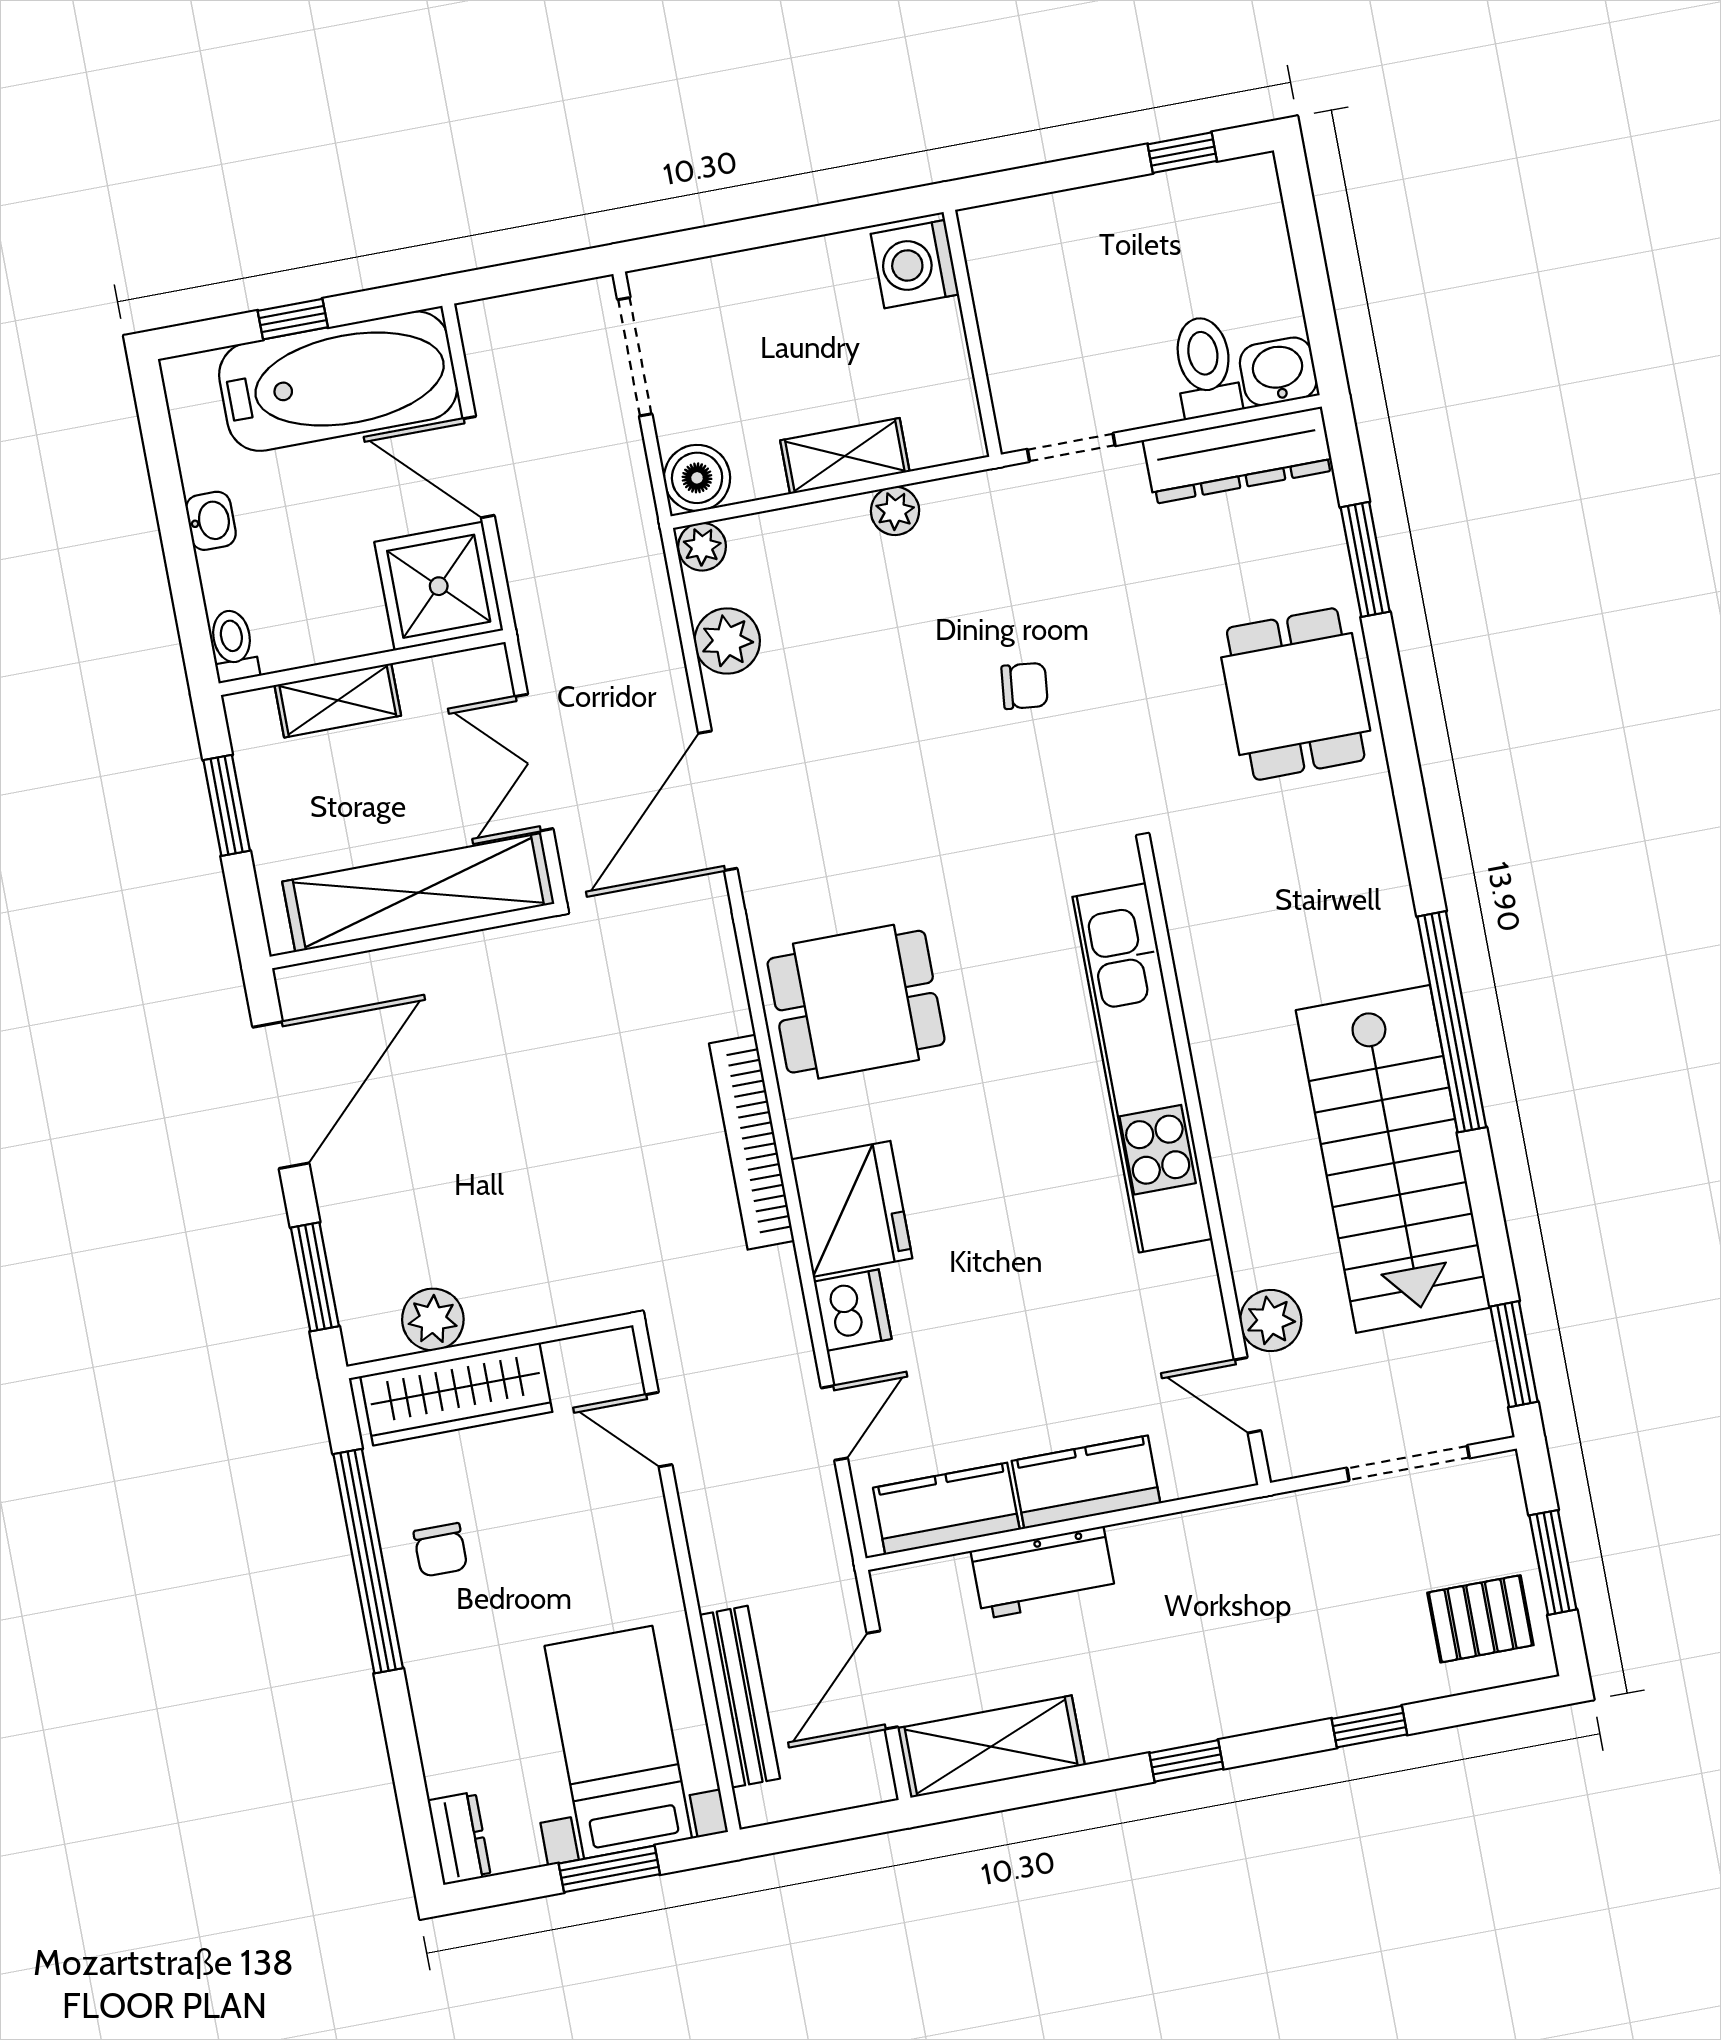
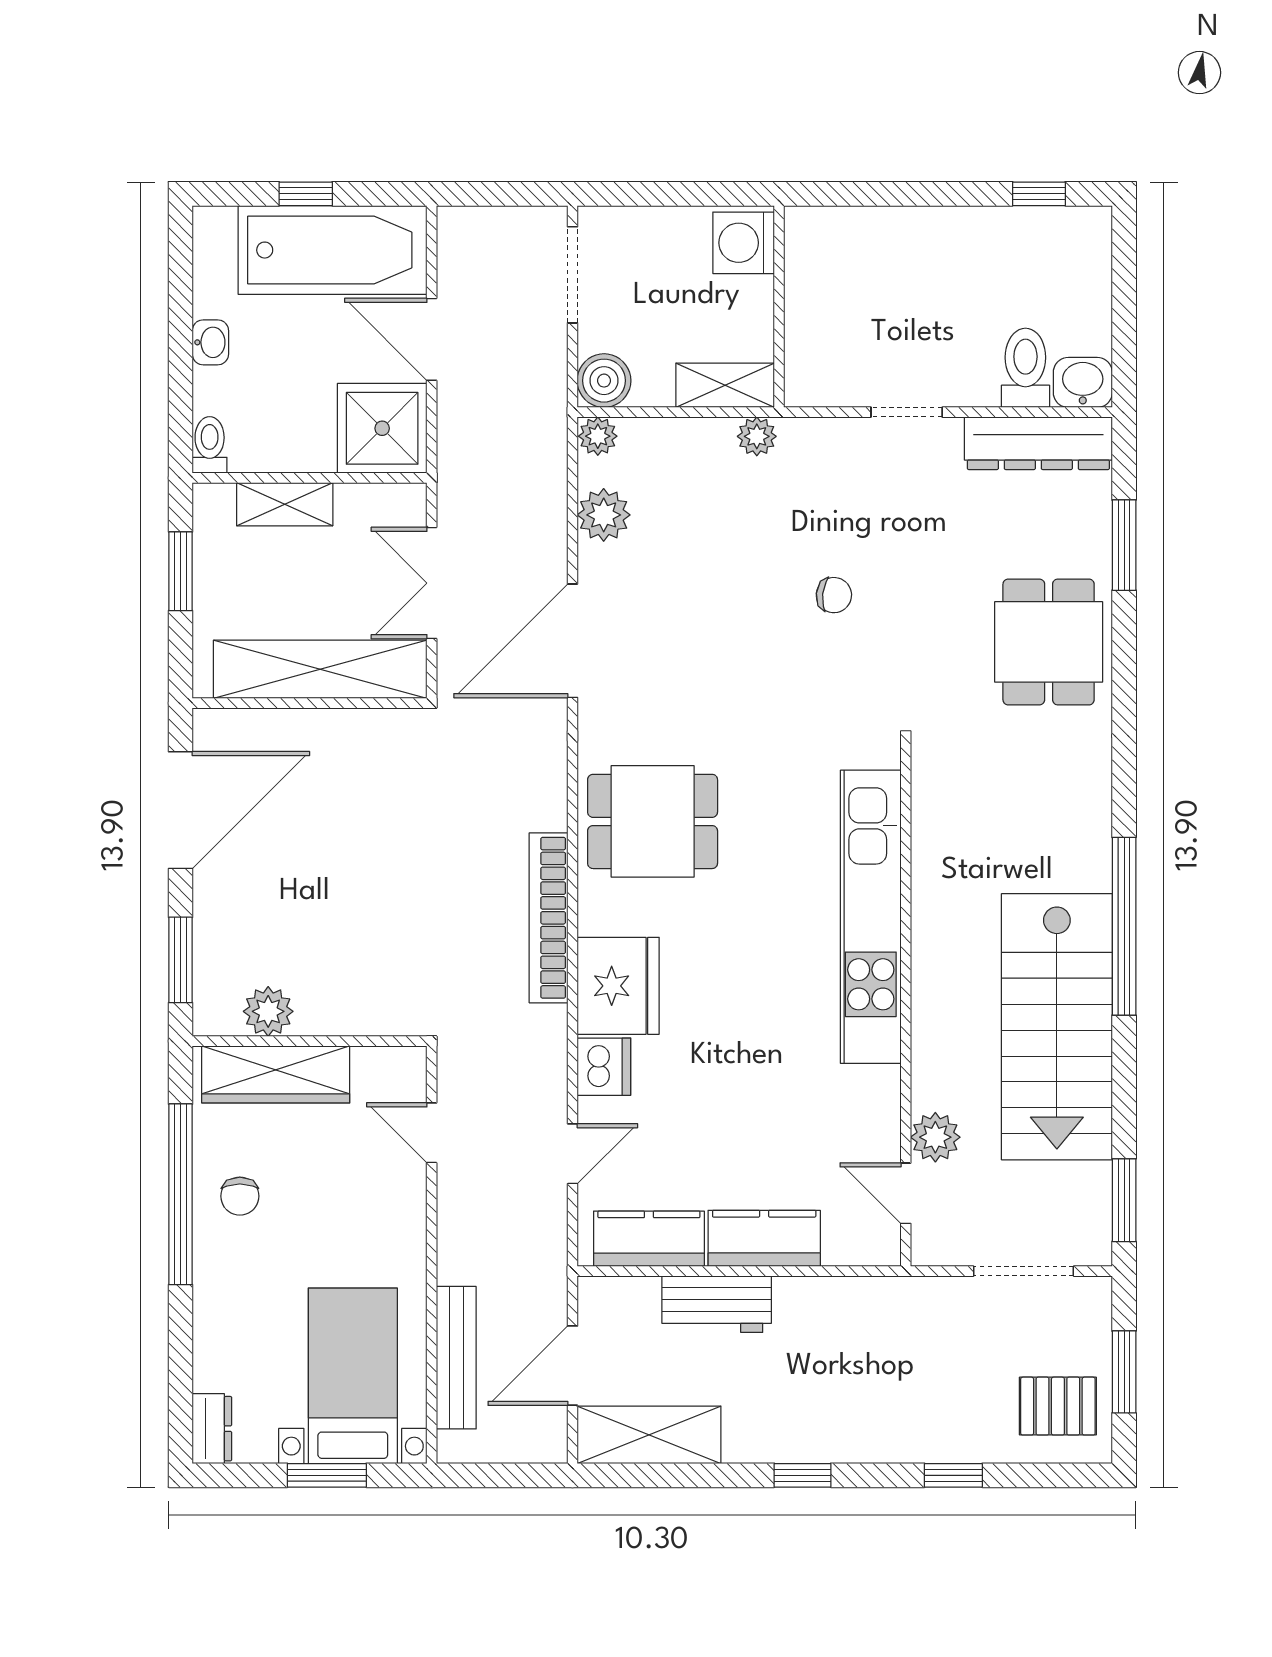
washing machine: (915, 264) -> (744, 243), moved
wall: (972, 333) -> (779, 306), moved

